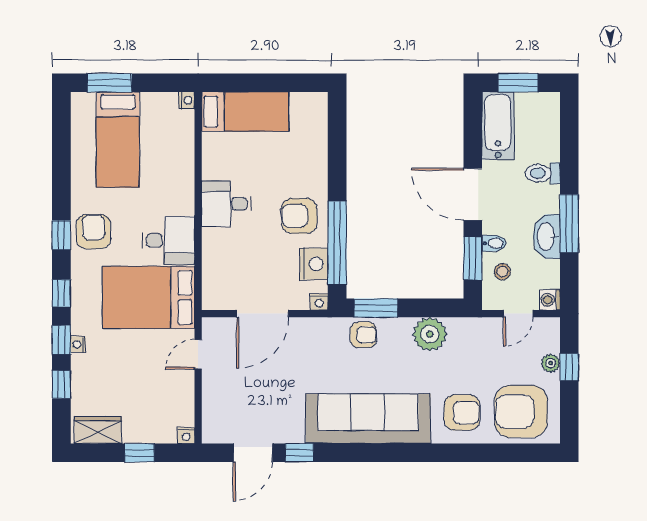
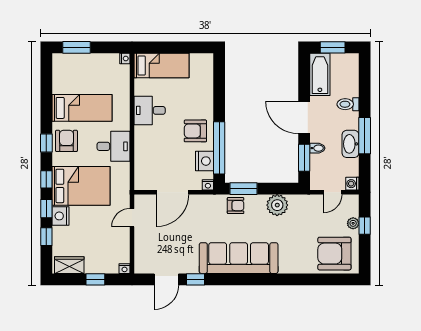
bed: (118, 140) -> (82, 108), moved, turned -90
desk: (226, 204) -> (150, 110), moved
stool: (502, 272) -> (323, 166), removed
bed: (149, 297) -> (81, 186), moved, turned 180
nightstand: (78, 344) -> (61, 216), width x1.89, depth x1.79
armchair: (462, 413) -> (297, 254), removed

